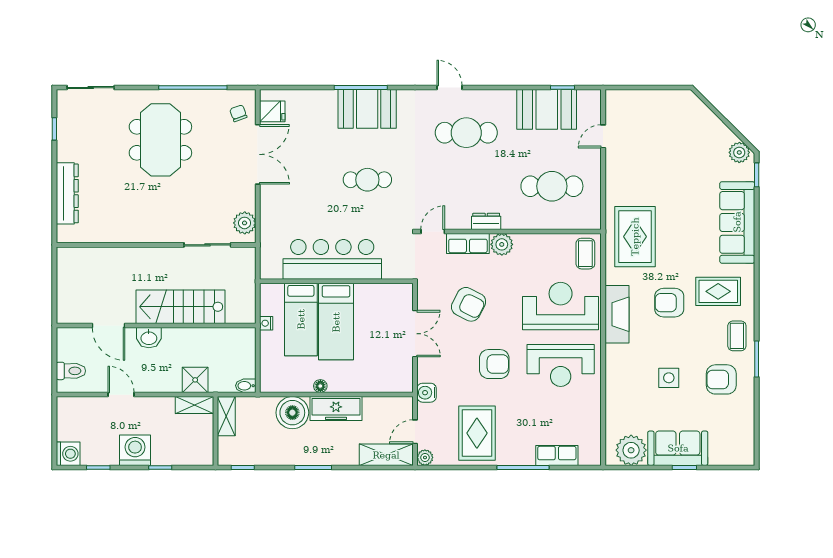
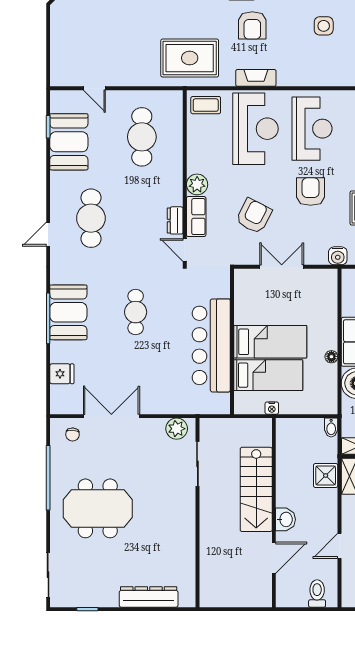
fridge: (272, 111) -> (62, 374), moved, turned 90
chair: (238, 113) -> (73, 434), turned -65
dresser: (486, 221) -> (175, 220), moved
reception desk: (561, 306) -> (255, 129), turned 180
fireplace: (617, 314) -> (256, 78), width x0.73, depth x0.76

